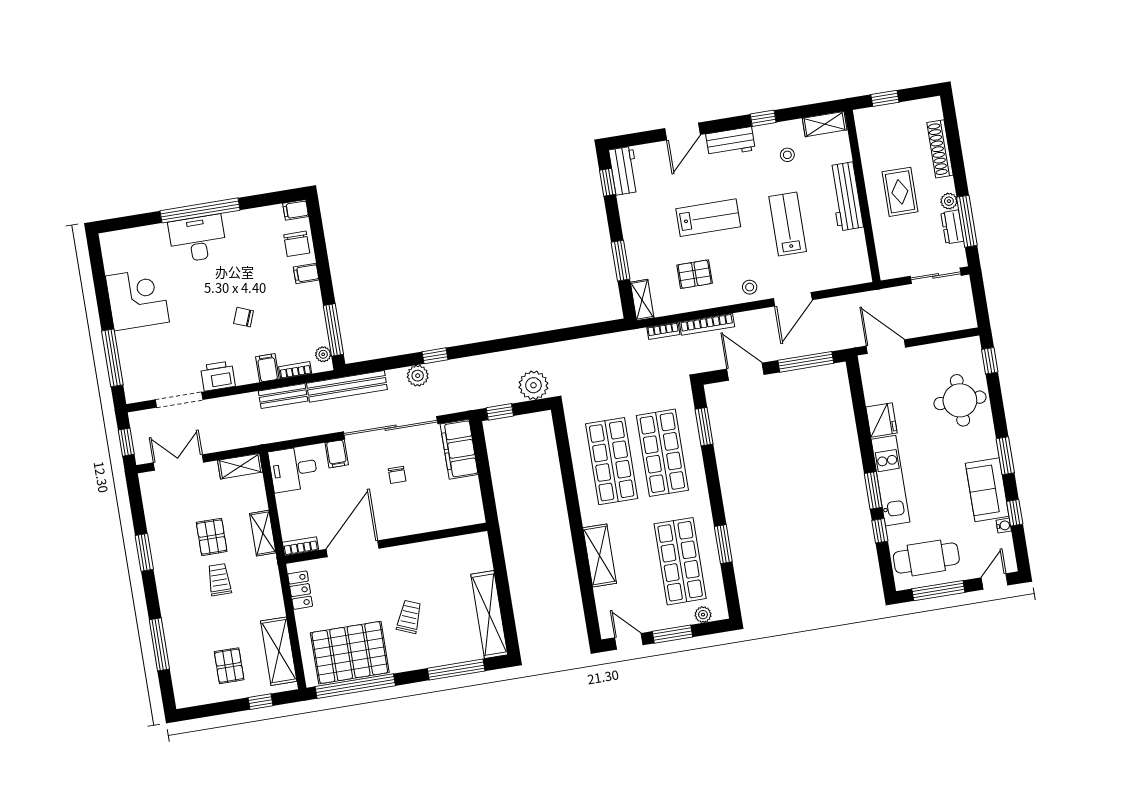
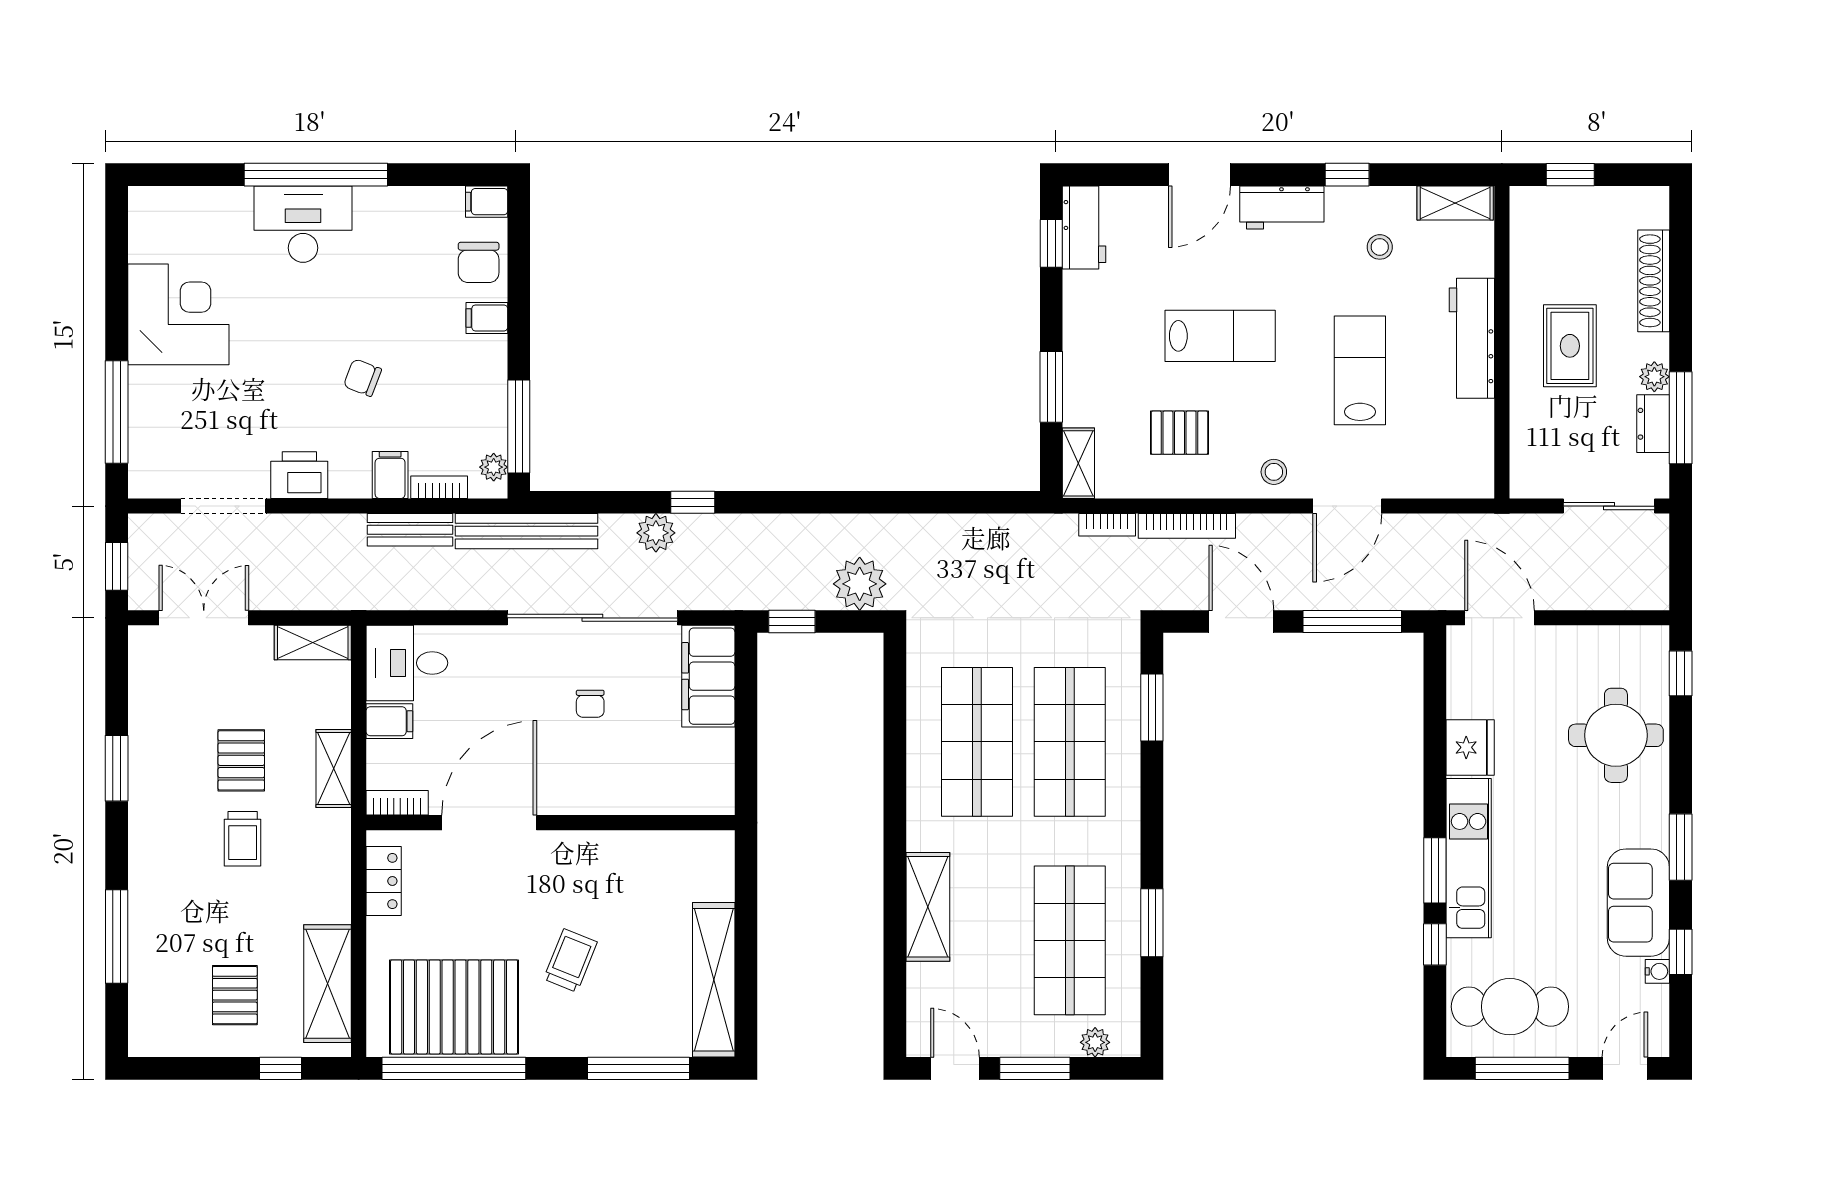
filing cabinet: (337, 454) -> (389, 721), moved, turned -90
trolley: (219, 580) -> (243, 839), turned 180

